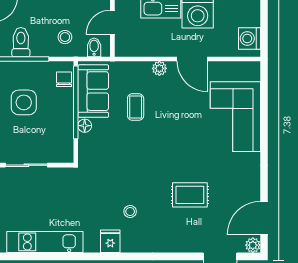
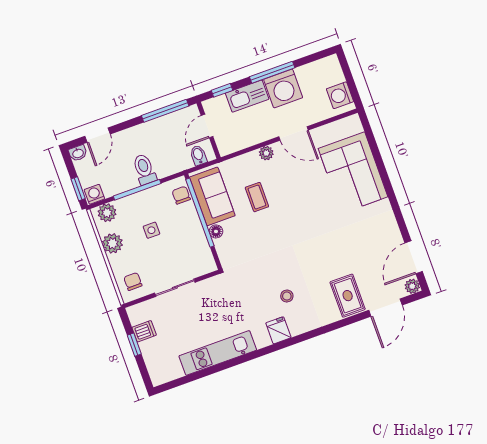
stool: (65, 37) -> (168, 156), removed
toilet: (21, 42) -> (144, 169), moved
side table: (24, 102) -> (151, 230), width x0.54, depth x0.54
rug: (190, 195) -> (348, 296), moved, turned 90

